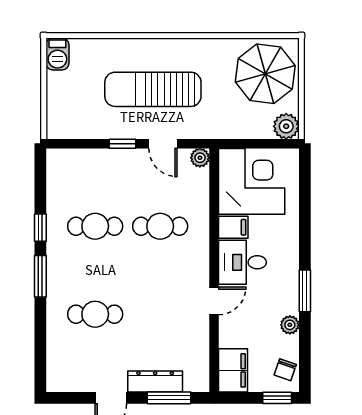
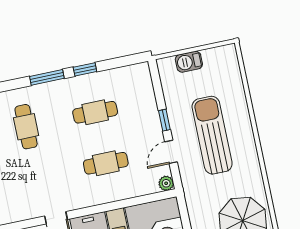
barbecue: (57, 54) -> (189, 62), moved
cafe table: (95, 226) -> (95, 112), turned 90
cafe table: (160, 226) -> (106, 163), turned 90

